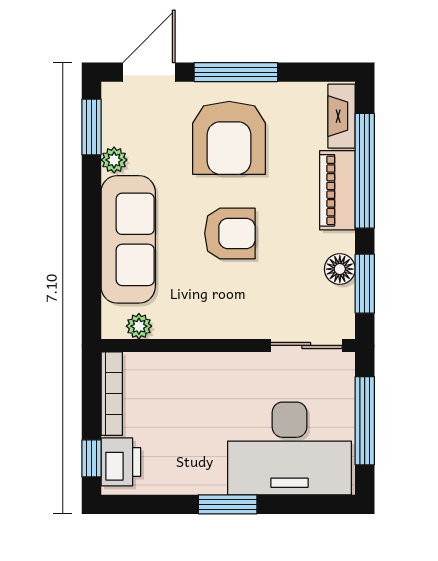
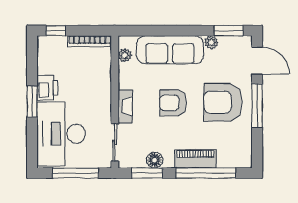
fireplace: (342, 116) -> (125, 106), moved, turned 90
armchair: (230, 233) -> (173, 103), turned 90
printer: (121, 462) -> (47, 88), moved, turned -90

